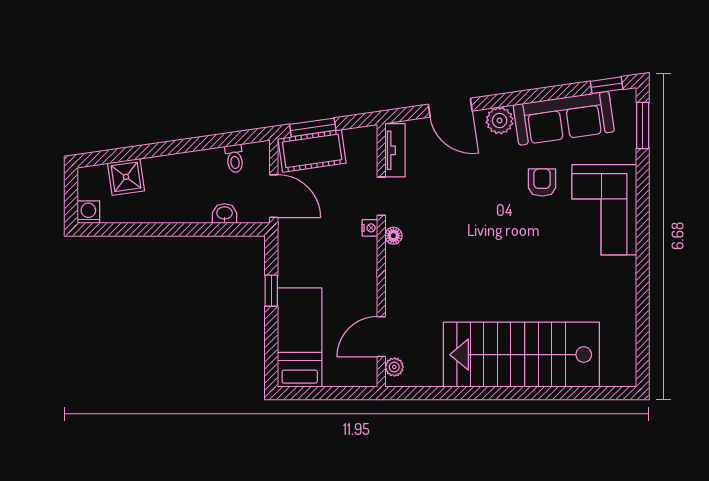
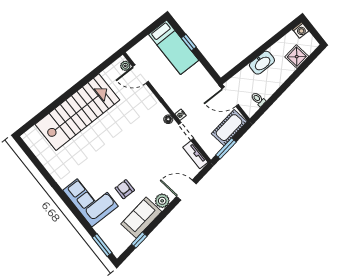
window: (607, 85) -> (139, 240), moved
sofa: (564, 118) -> (141, 218), width x0.73
window: (313, 127) -> (226, 149), moved
armchair: (542, 183) -> (125, 189), turned 180
washbasin: (225, 214) -> (262, 63), moved, width x1.91, depth x1.45
window: (271, 291) -> (189, 43), moved
door: (381, 337) -> (141, 74), swing flipped

